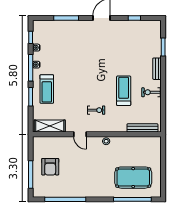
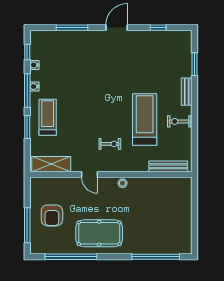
treadmill: (47, 89) -> (48, 117), turned 180
treadmill: (124, 91) -> (145, 119), width x1.37, depth x1.38
pool table: (133, 178) -> (99, 233), moved

